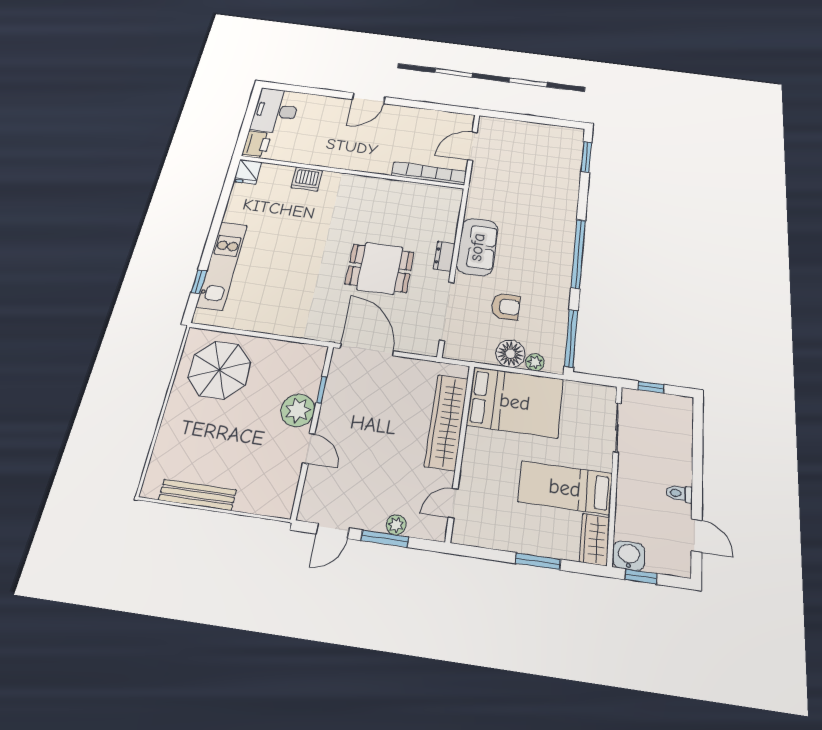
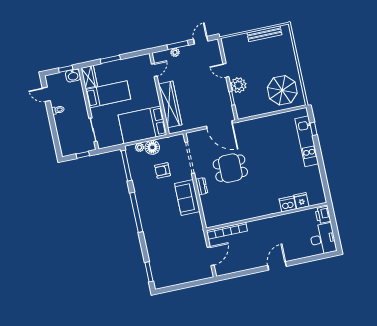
fridge: (248, 172) -> (301, 201), moved

